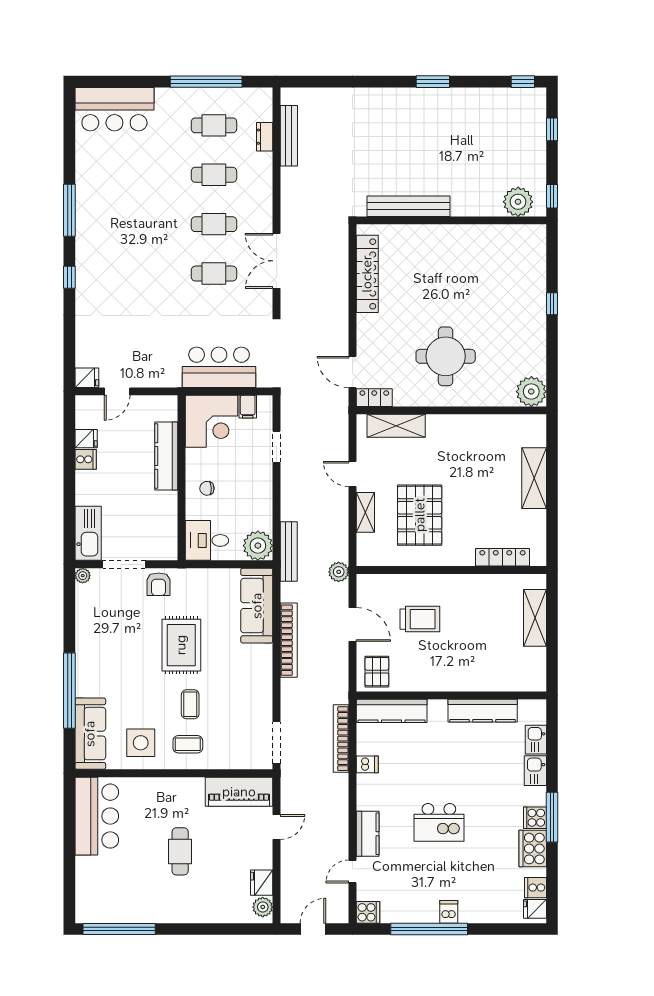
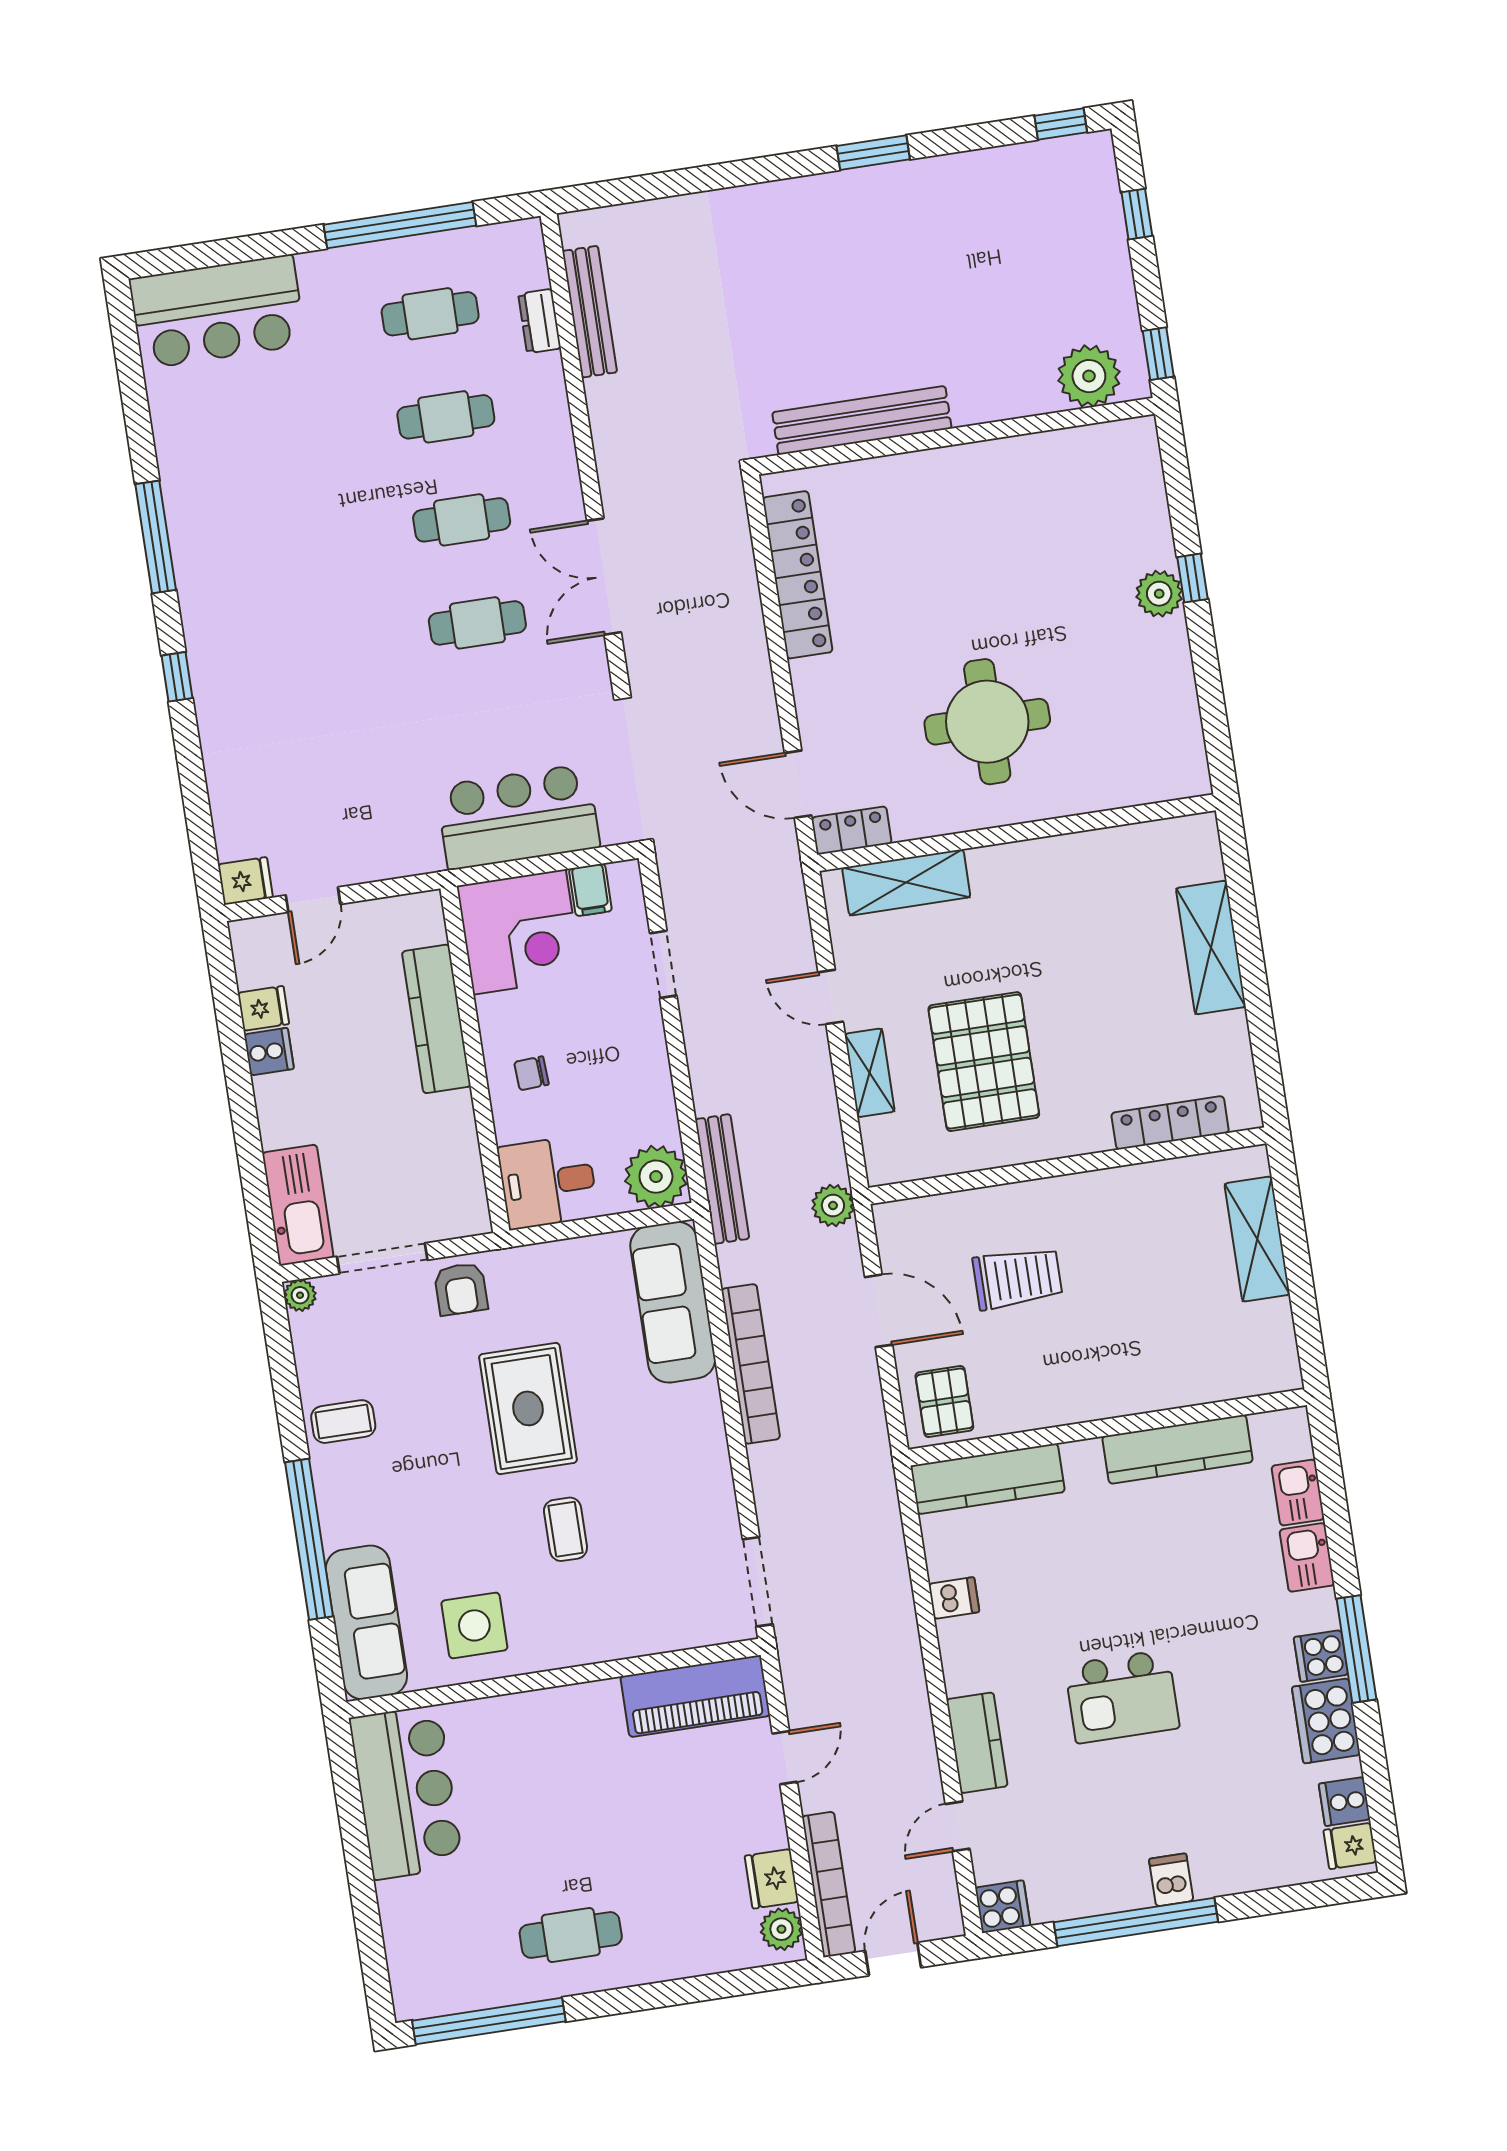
plant: (531, 392) -> (1159, 594), moved, width x0.73, depth x0.73
bookcase: (341, 739) -> (829, 1884), moved, turned 180
coffee table: (188, 744) -> (343, 1422), moved
cafe table: (180, 851) -> (571, 1935), moved, turned 90

